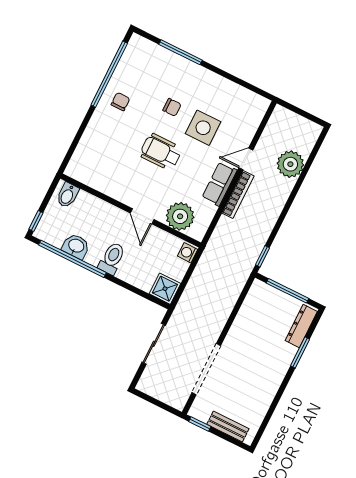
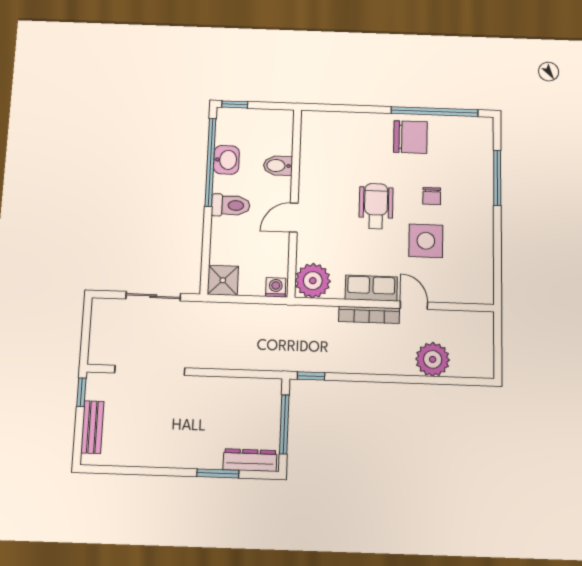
chair: (120, 102) -> (410, 137), width x1.87, depth x1.87
bidet: (68, 195) -> (278, 166), moved
plant: (180, 216) -> (313, 281), moved

